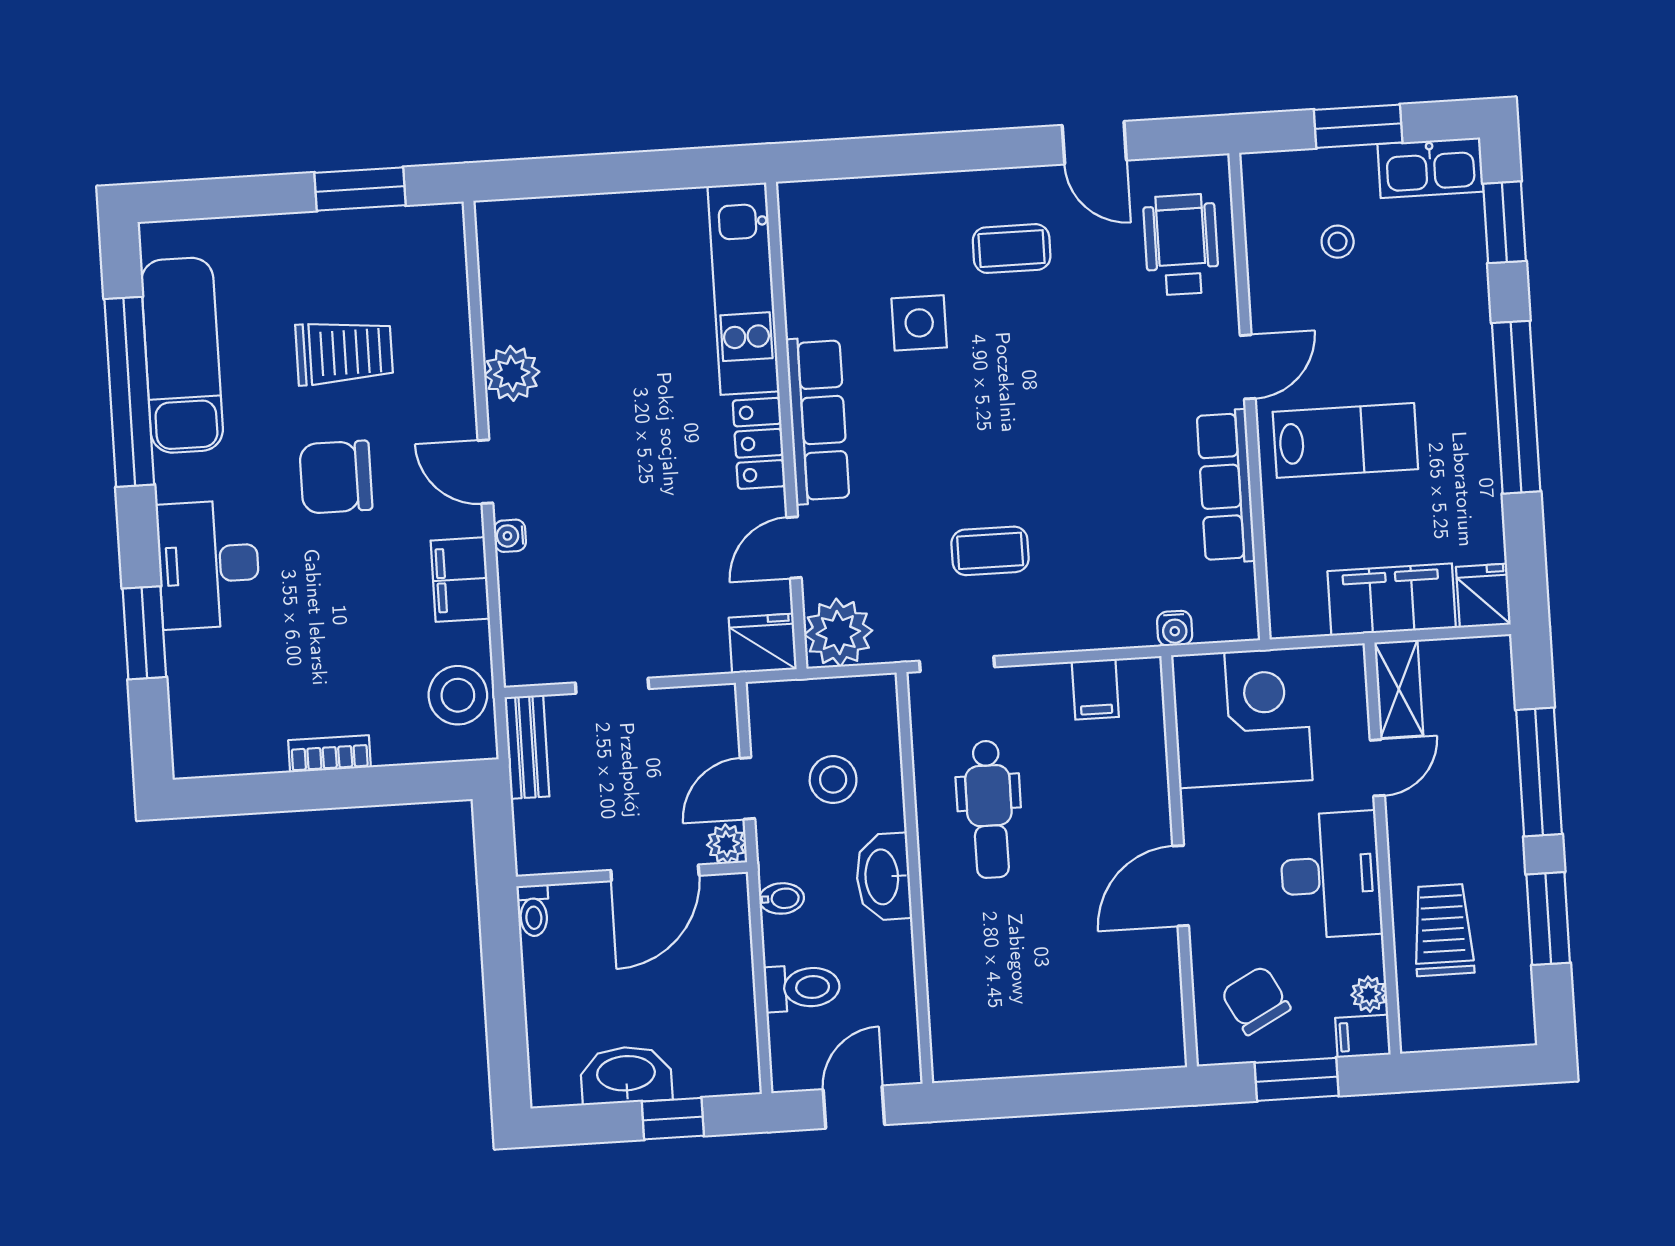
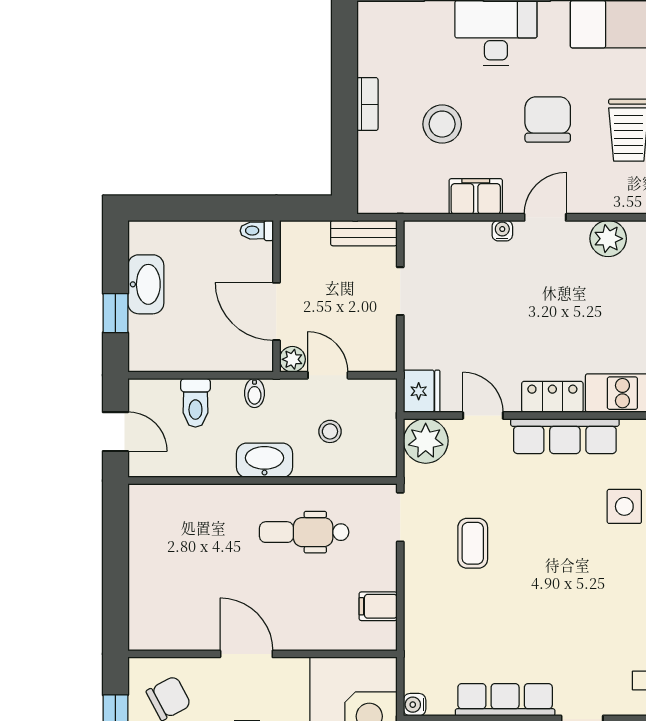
water cooler: (1175, 628) -> (415, 705), moved
stool: (458, 695) -> (442, 124), moved
stool: (833, 780) -> (330, 431), width x0.73, depth x0.73

